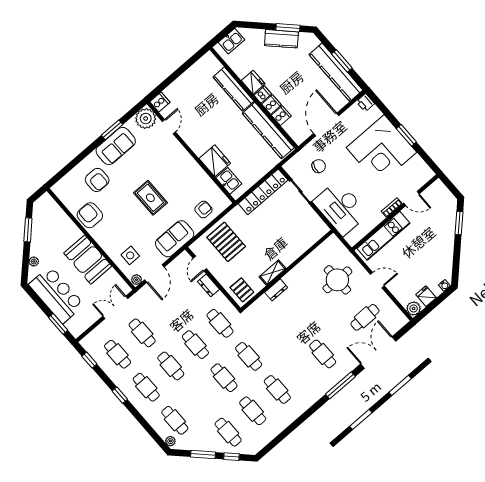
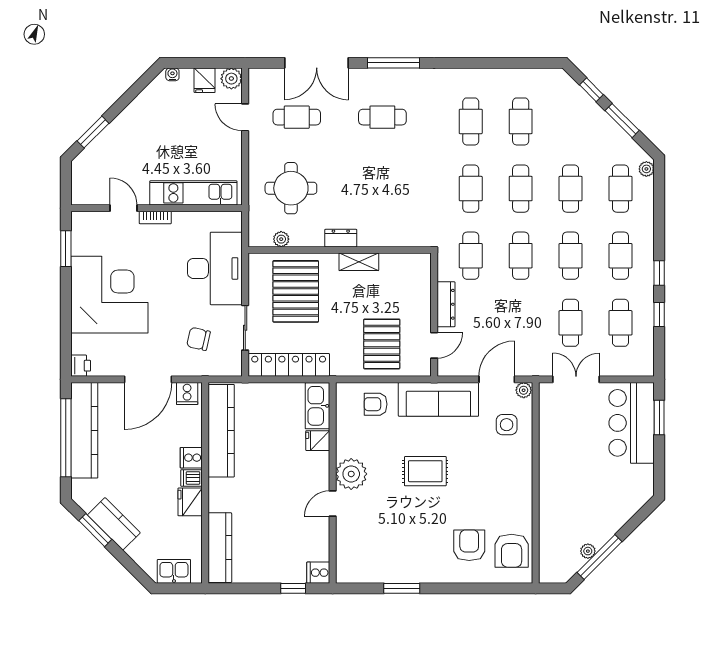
window: (342, 61) -> (66, 438), width x2.11
window: (166, 84) -> (293, 588), added
kitchen counter: (234, 89) -> (220, 548), moved
cooker: (281, 116) -> (187, 394), moved, turned -90
plant: (146, 119) -> (351, 474), moved
door: (169, 127) -> (333, 504), moved
window: (406, 135) -> (66, 249), moved
sofa: (116, 146) -> (414, 566), removed
fridge: (215, 161) -> (318, 441), width x0.53, depth x0.75
kitchen sink: (229, 181) -> (317, 406), width x1.38
rug: (150, 198) -> (425, 471), turned 90
armchair: (90, 215) -> (512, 551), moved
window: (28, 230) -> (600, 557), width x1.44
sofa: (175, 239) -> (438, 399), width x1.36
plant: (320, 251) -> (281, 239), added
booth: (88, 260) -> (560, 462), removed
plant: (34, 262) -> (588, 551), moved
door: (377, 280) -> (245, 117), moved
dresser: (209, 285) -> (446, 304), width x1.44
pallet: (242, 290) -> (296, 291), moved, width x2.05, depth x2.00
dresser: (276, 290) -> (341, 238), moved
bar counter: (56, 295) -> (632, 423), moved
double door: (115, 307) -> (576, 379), swing flipped
cafe table: (323, 354) -> (382, 117), turned 90
window: (89, 360) -> (659, 314), moved
cafe table: (228, 432) -> (571, 189), moved

